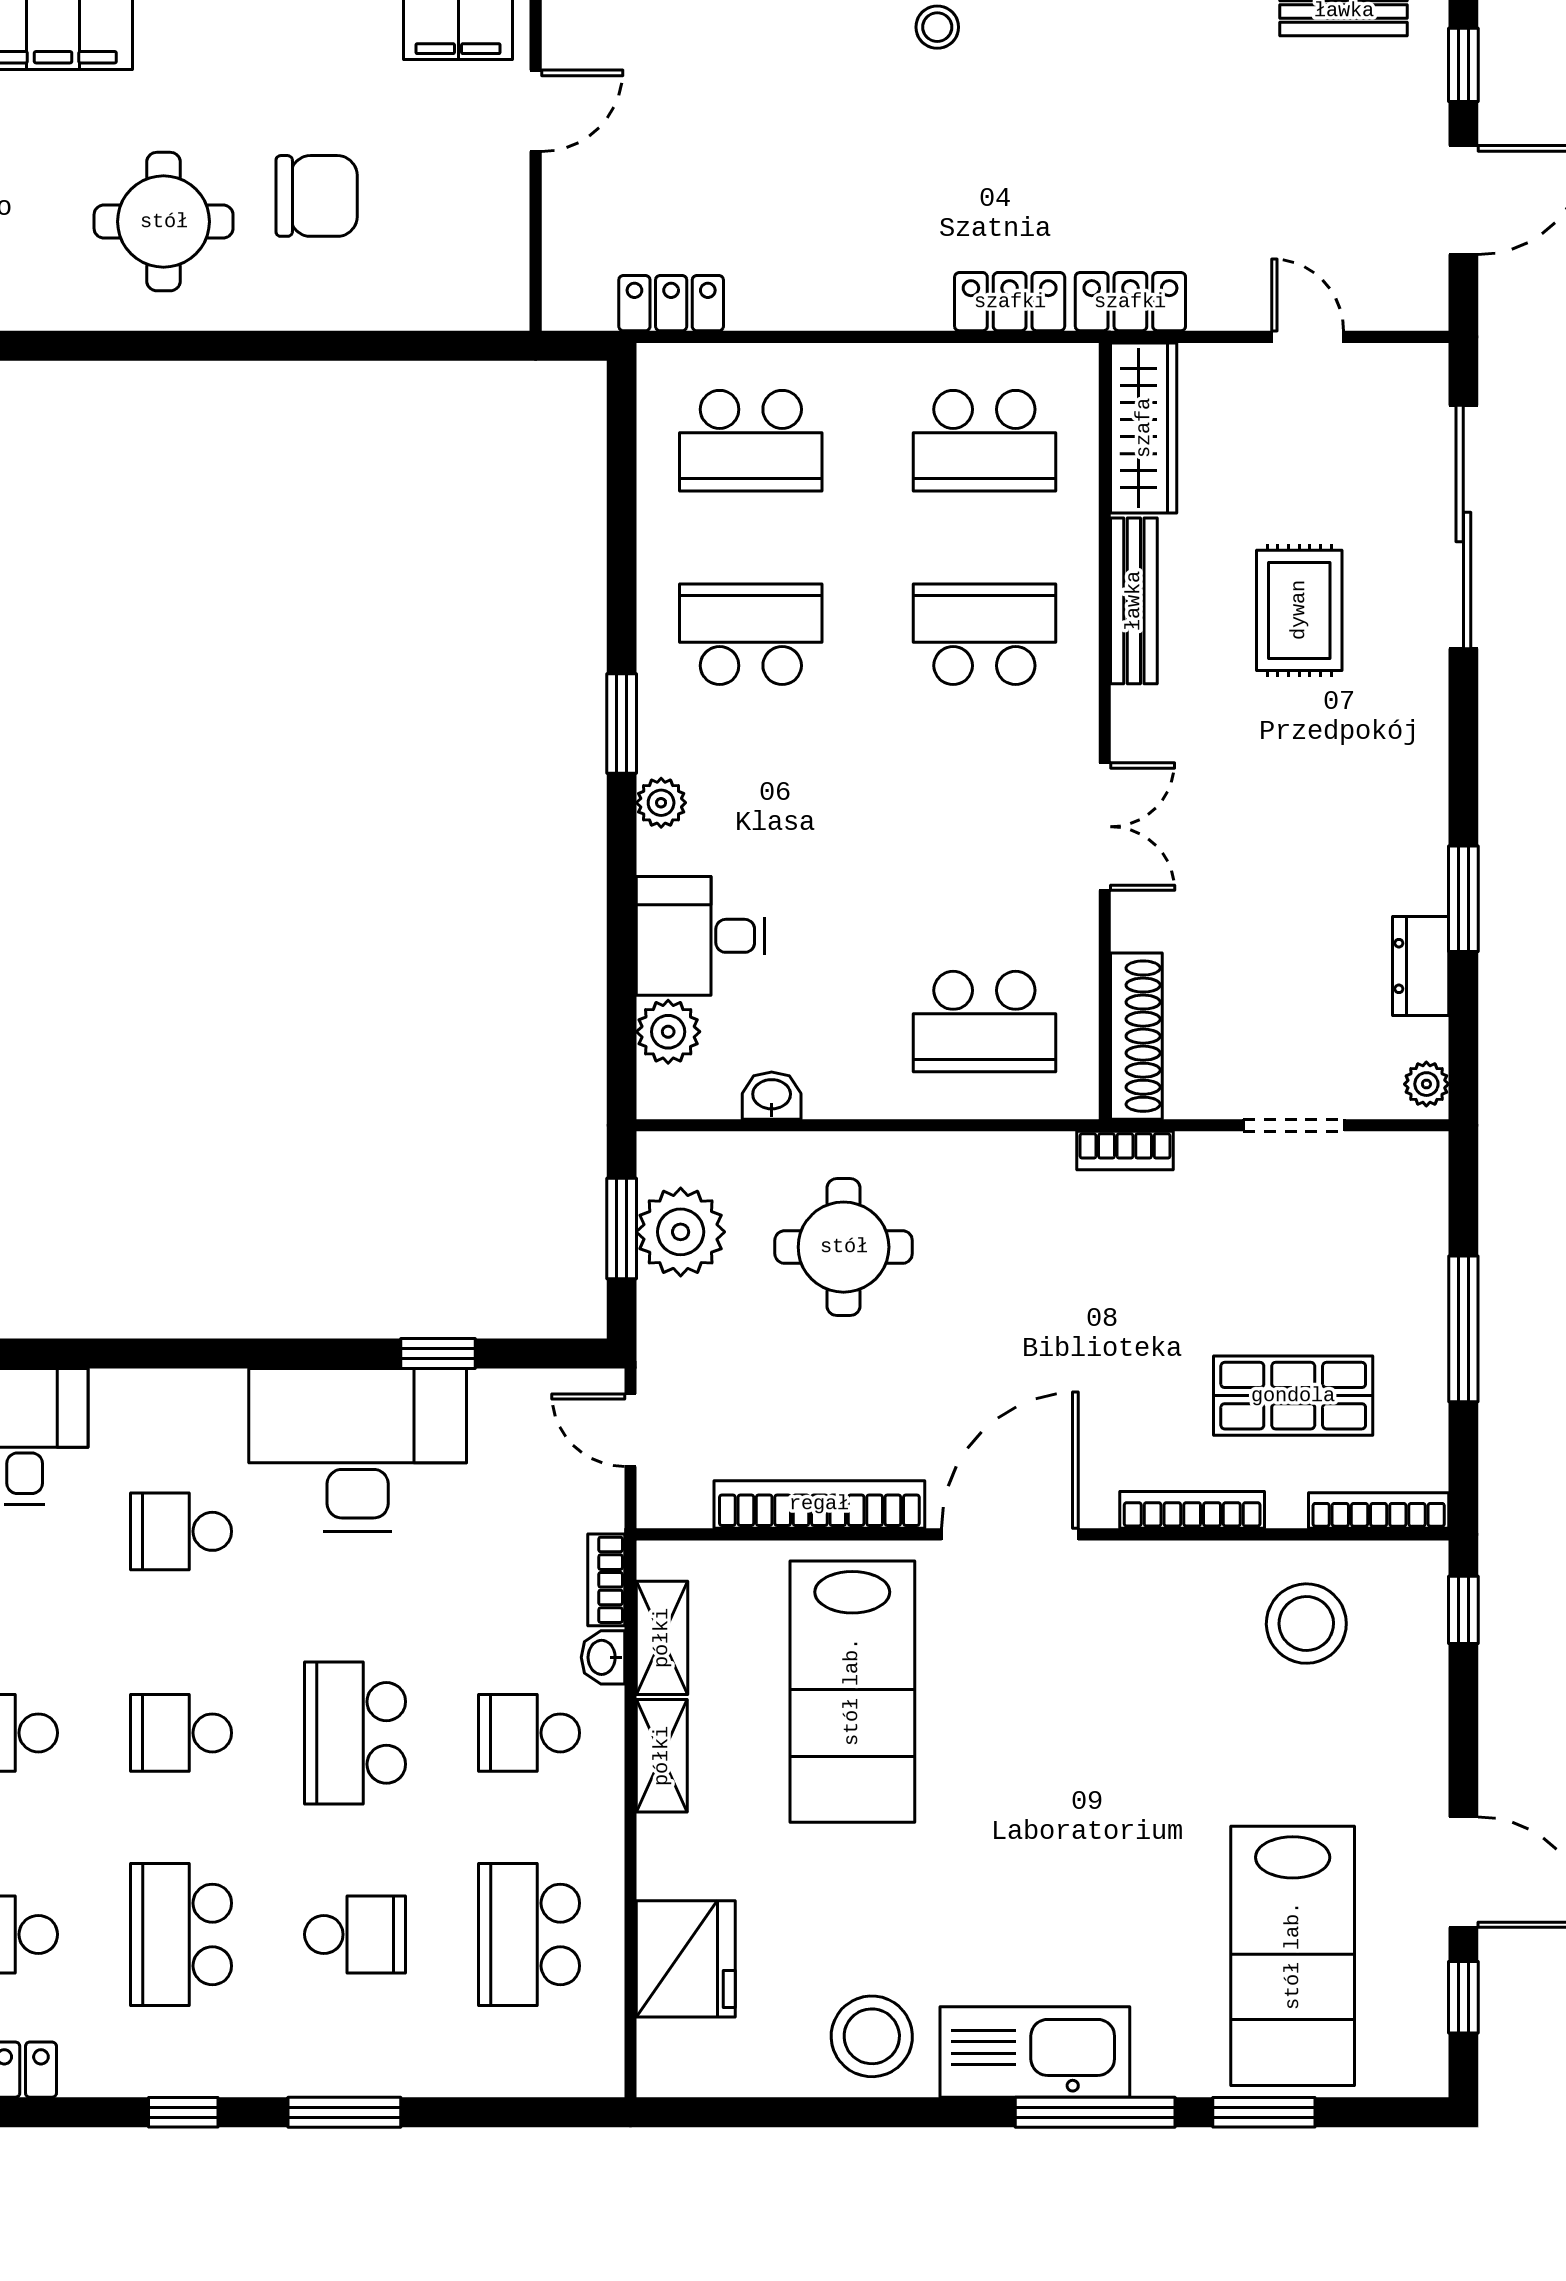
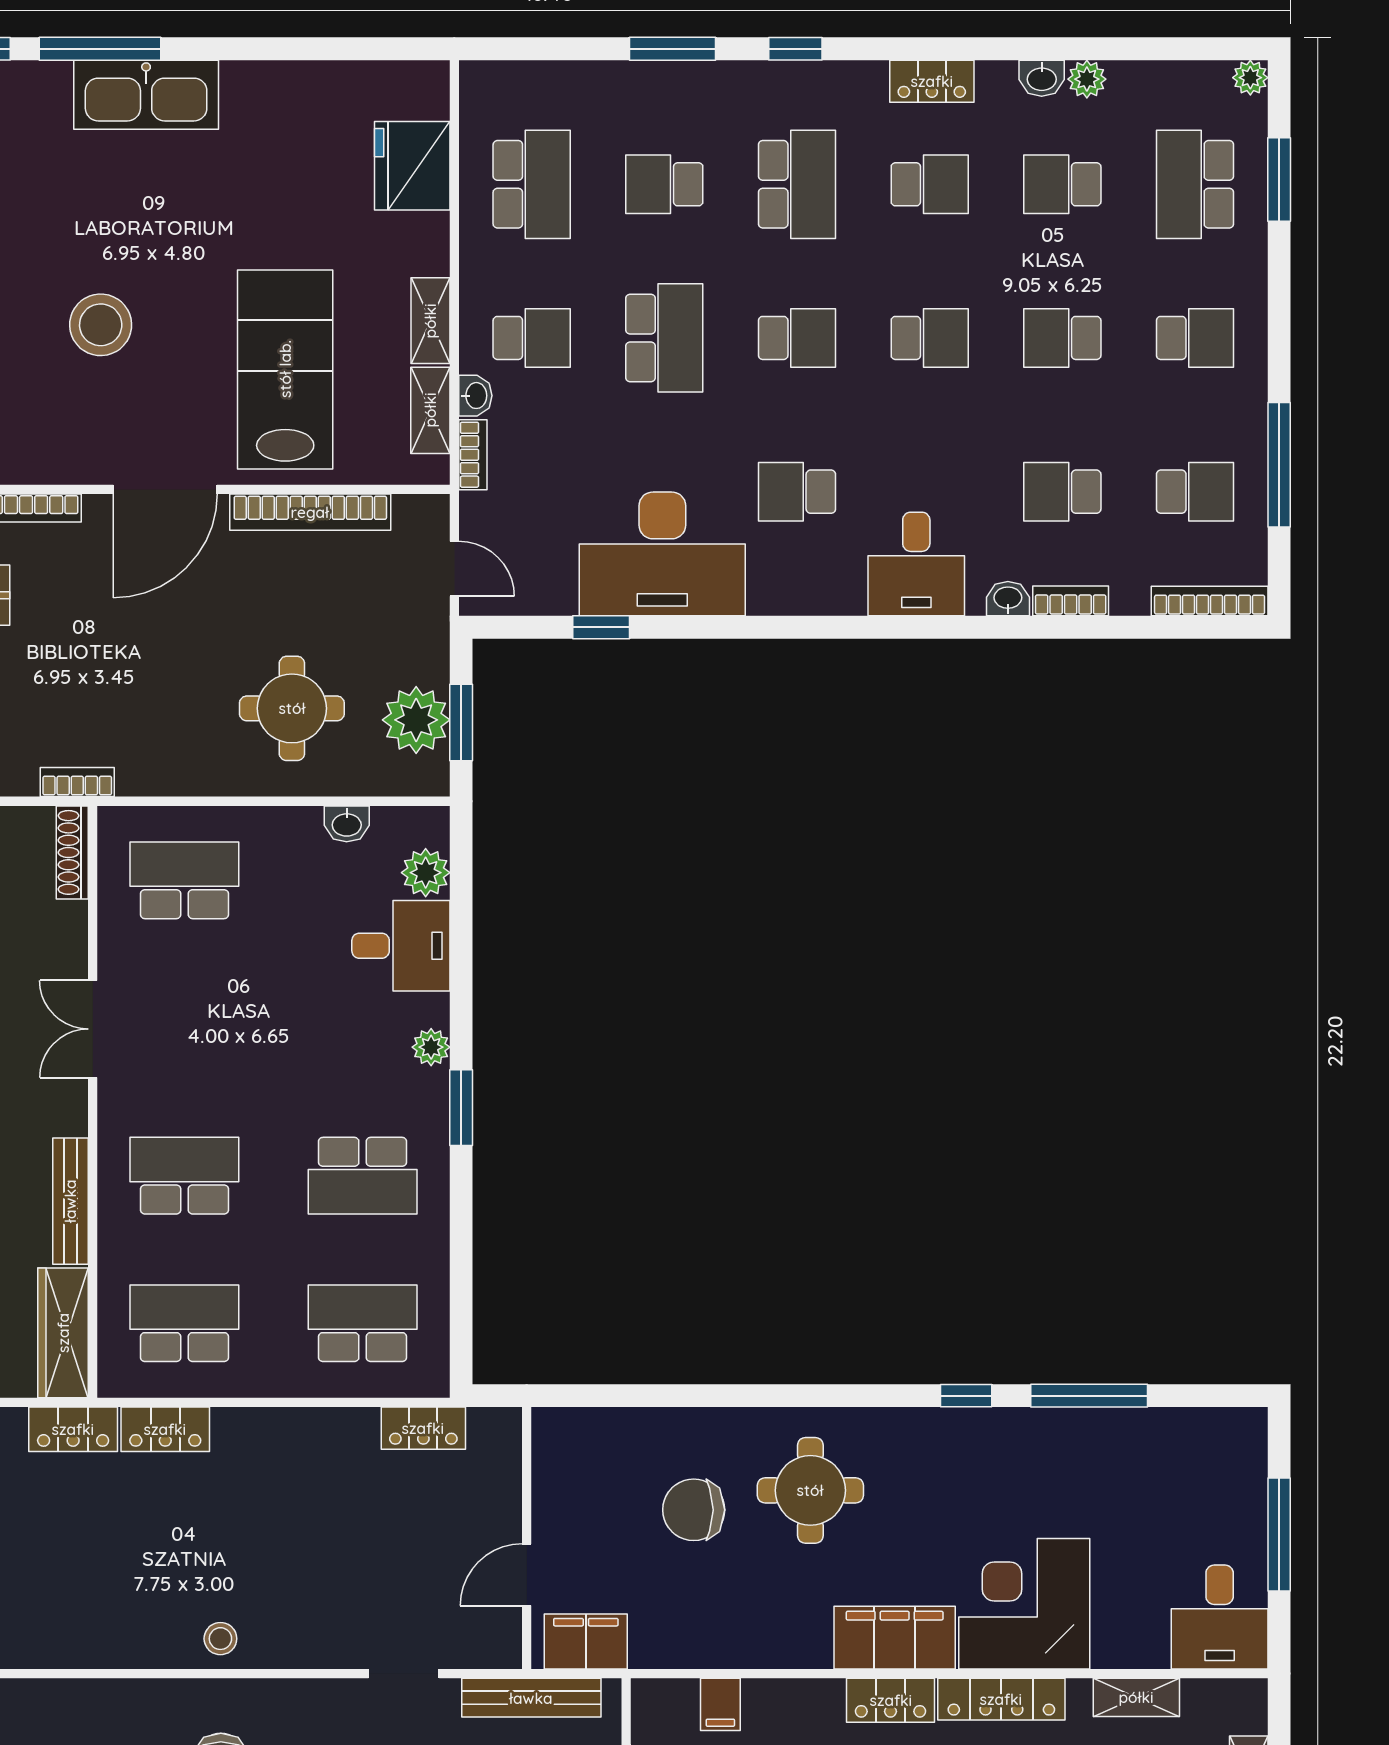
school desk: (984, 634) -> (184, 1176), turned 180
shoe rack: (1136, 1036) -> (72, 852), width x0.74, depth x0.81
school desk: (181, 1531) -> (797, 492), turned 180
stool: (872, 2036) -> (101, 325), moved

